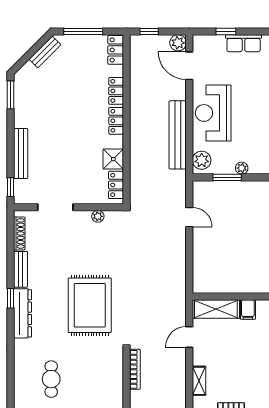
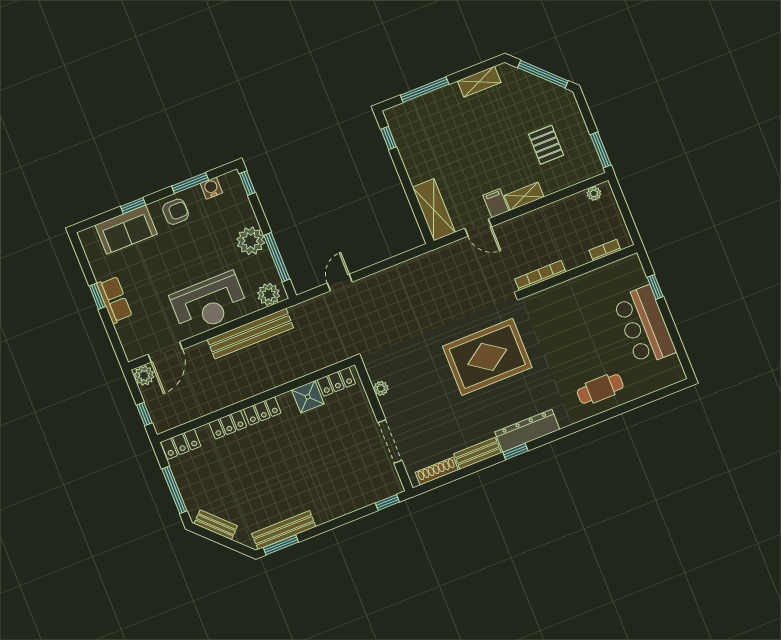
window: (226, 32) -> (97, 296), moved
bench: (21, 154) -> (284, 530), moved
plant: (242, 168) -> (251, 241), width x1.88, depth x1.88
window: (227, 177) -> (277, 257), width x1.44
filing cabinet: (248, 310) -> (496, 203), moved, turned -90
cafe table: (51, 379) -> (600, 389), moved

